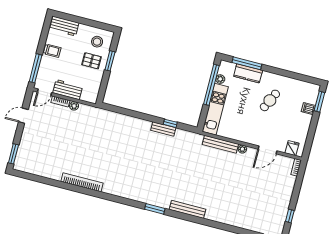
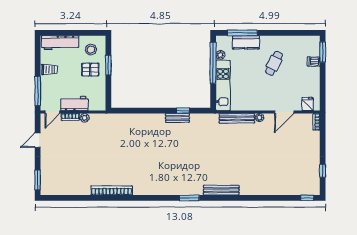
workbench: (64, 26) -> (60, 43), width x1.38

